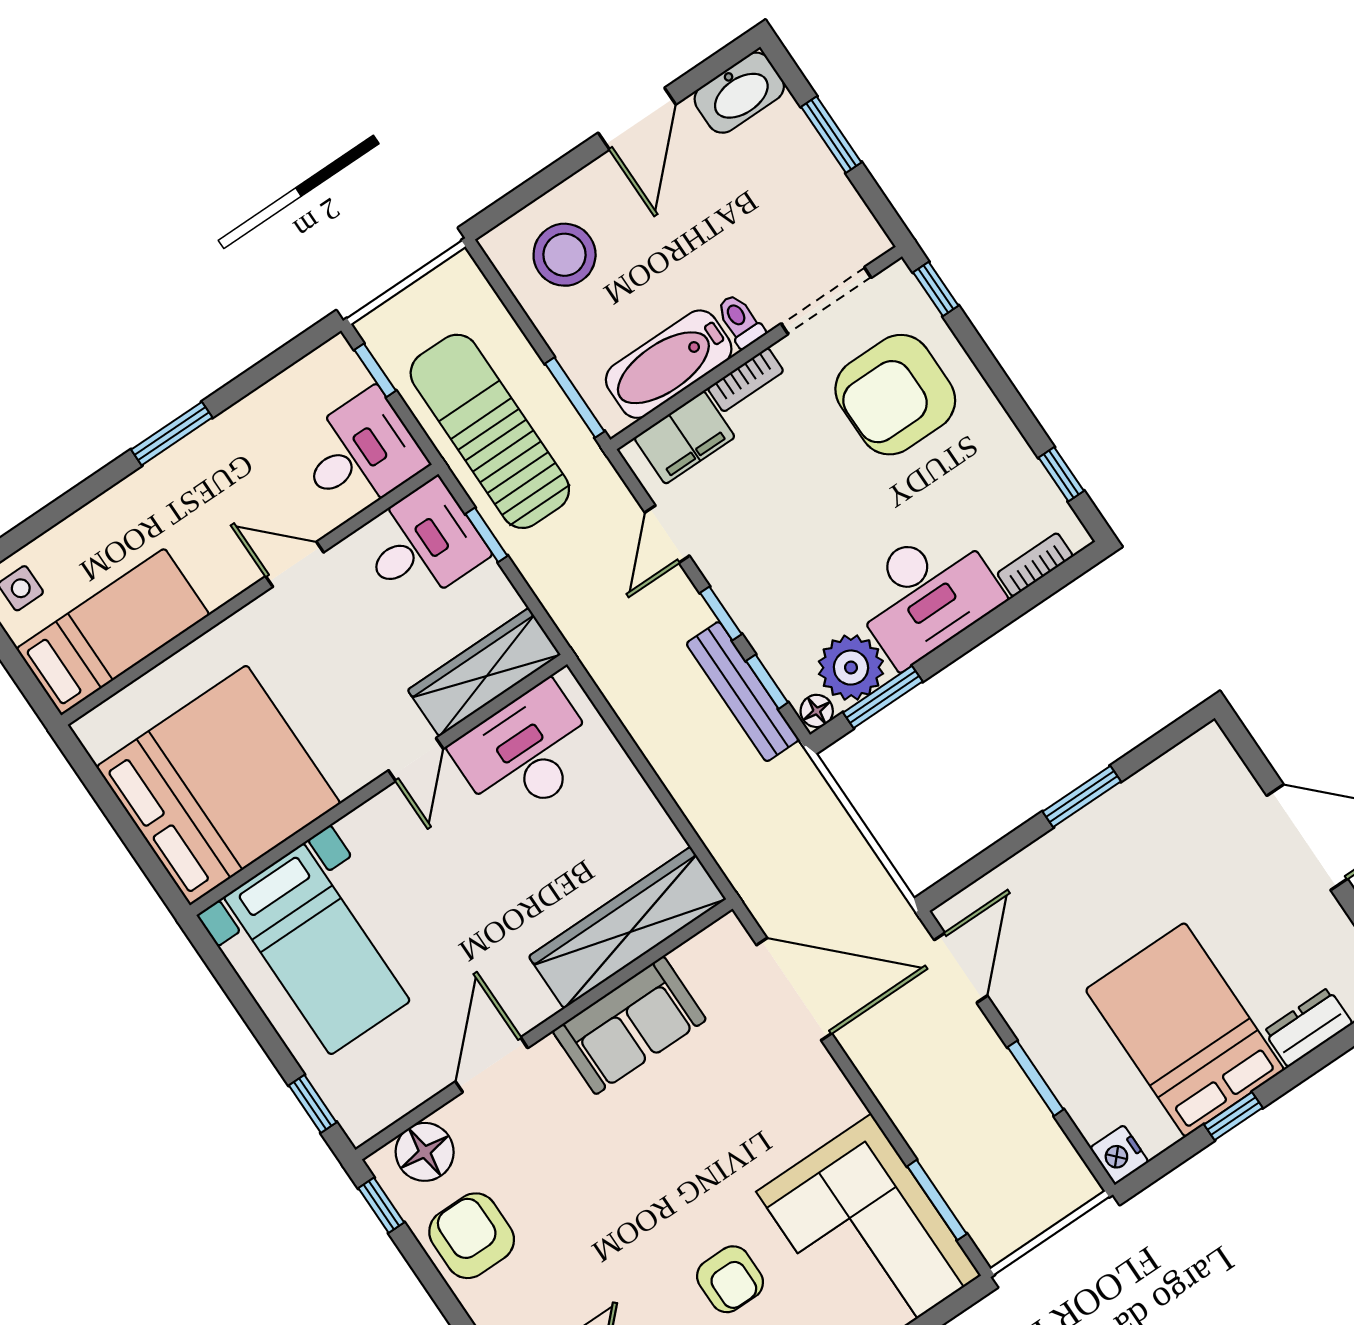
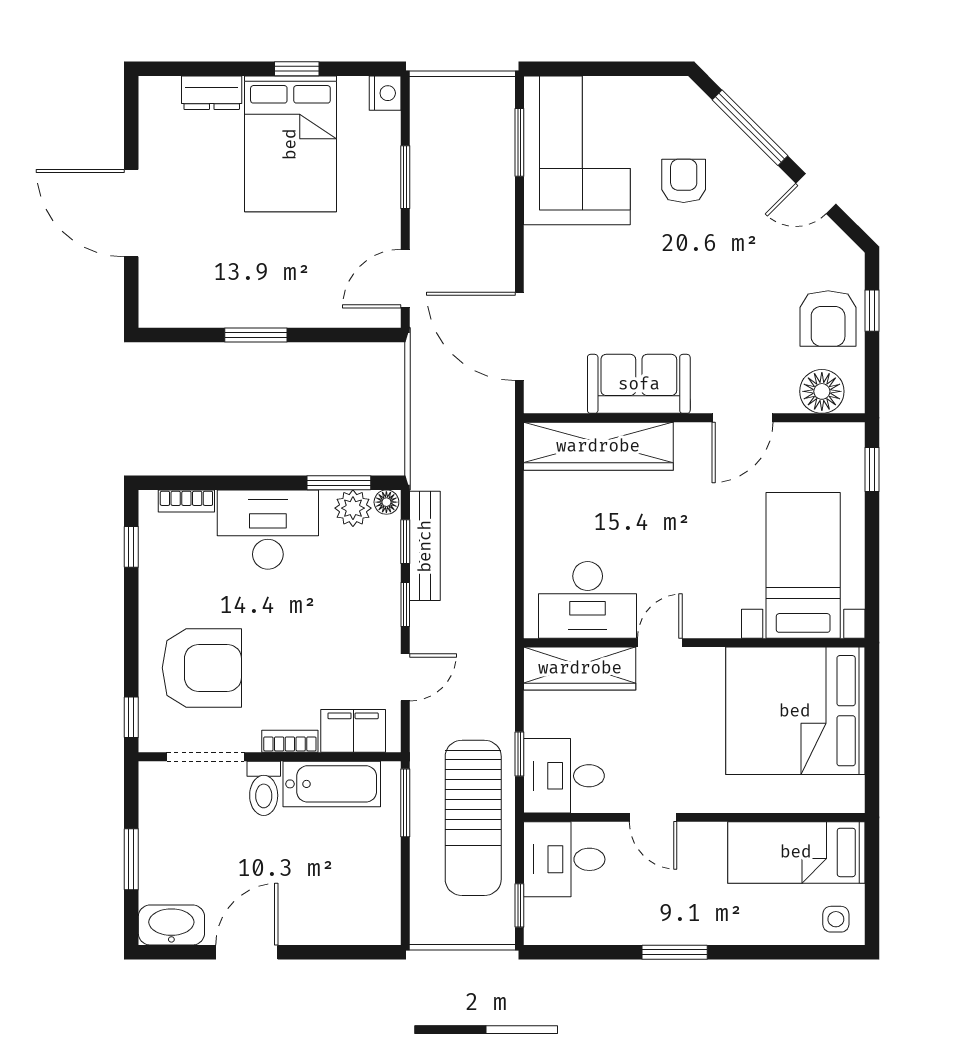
stool: (565, 255) -> (351, 897), removed
toilet: (740, 321) -> (264, 788), width x1.37, depth x1.39
plant: (851, 668) -> (353, 508), width x0.73, depth x0.73
window: (381, 1205) -> (872, 311), moved

